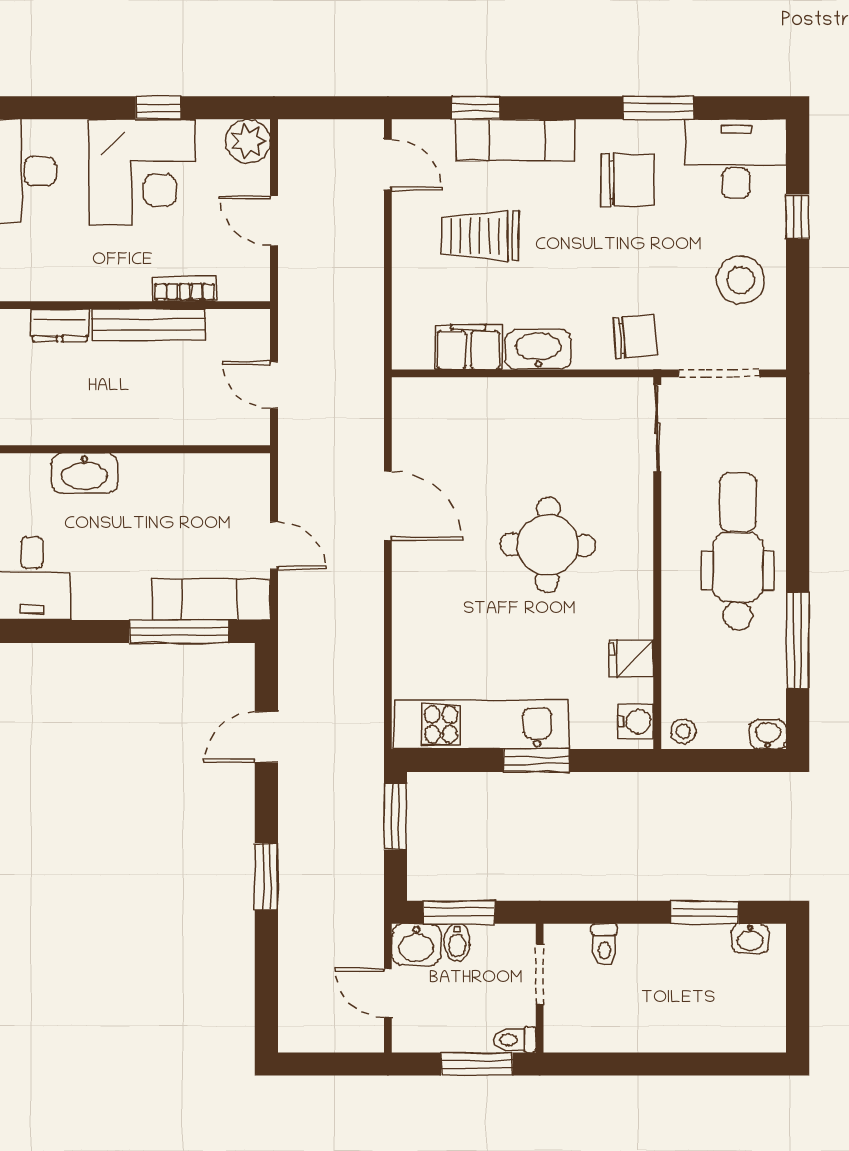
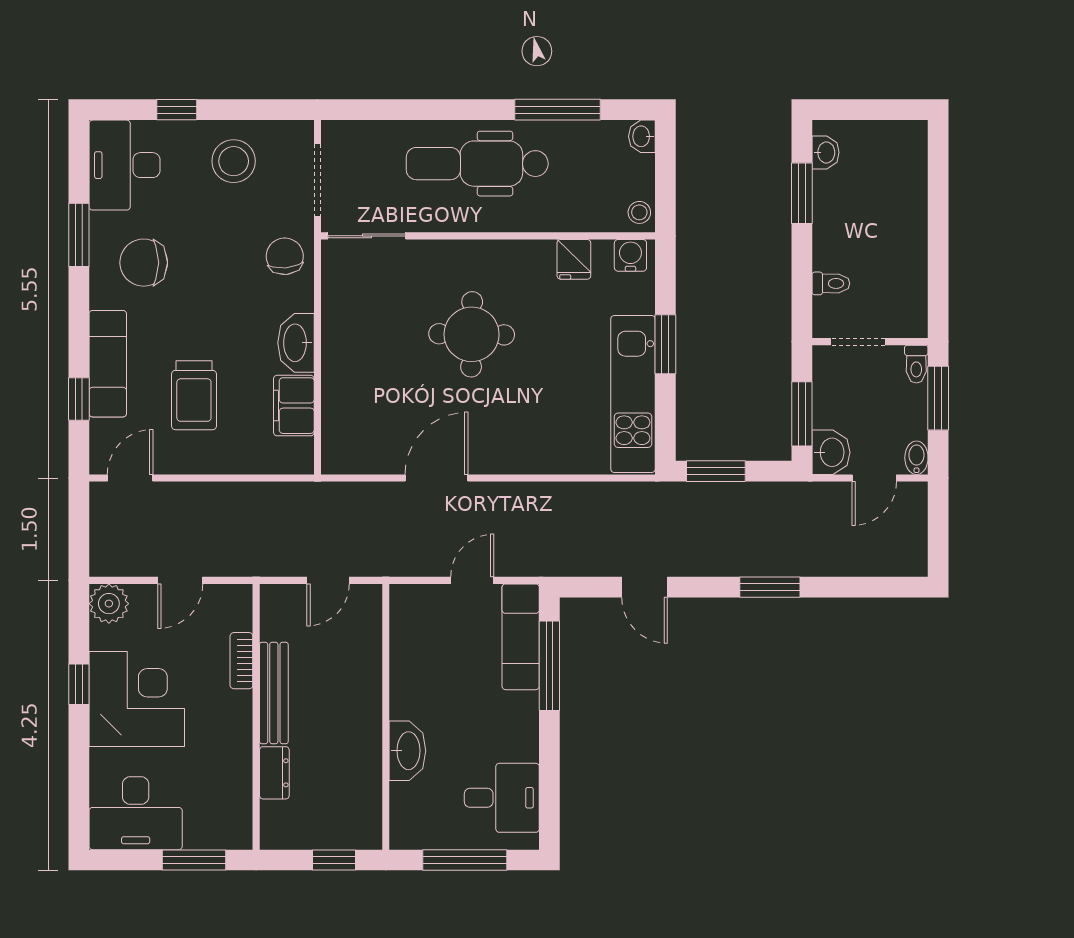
chair: (628, 180) -> (144, 263), turned -90
bidet: (457, 942) -> (916, 458), moved, turned -90

